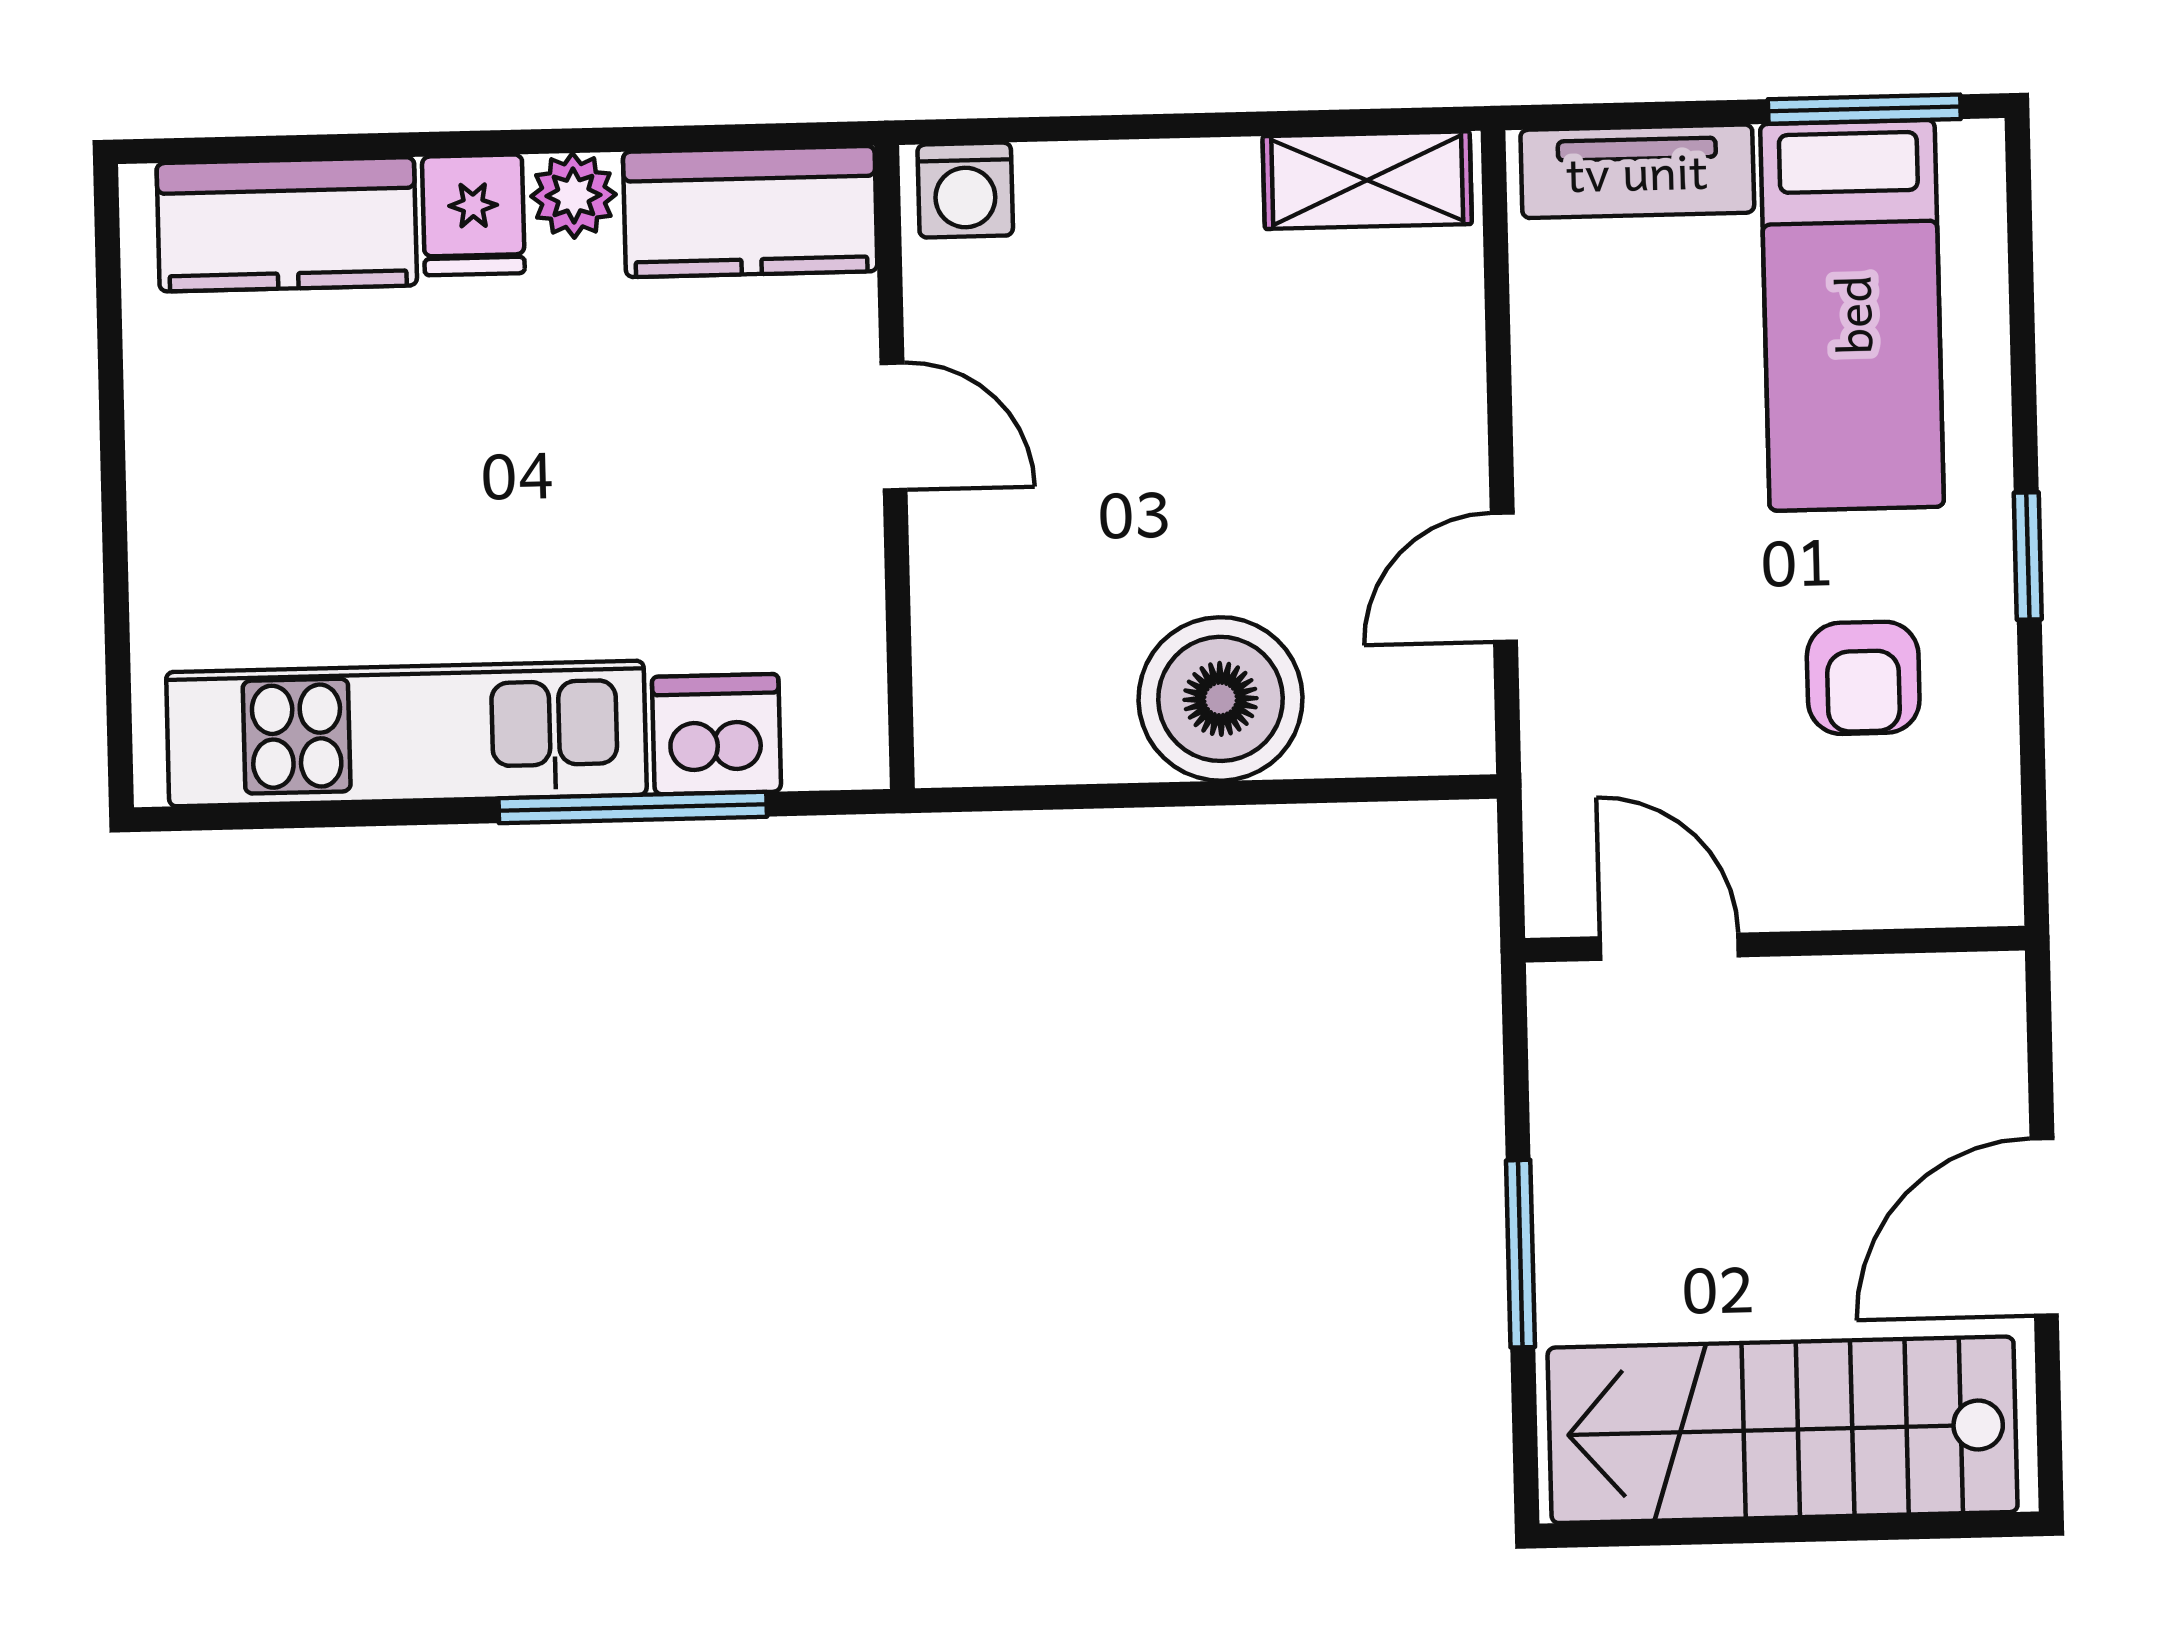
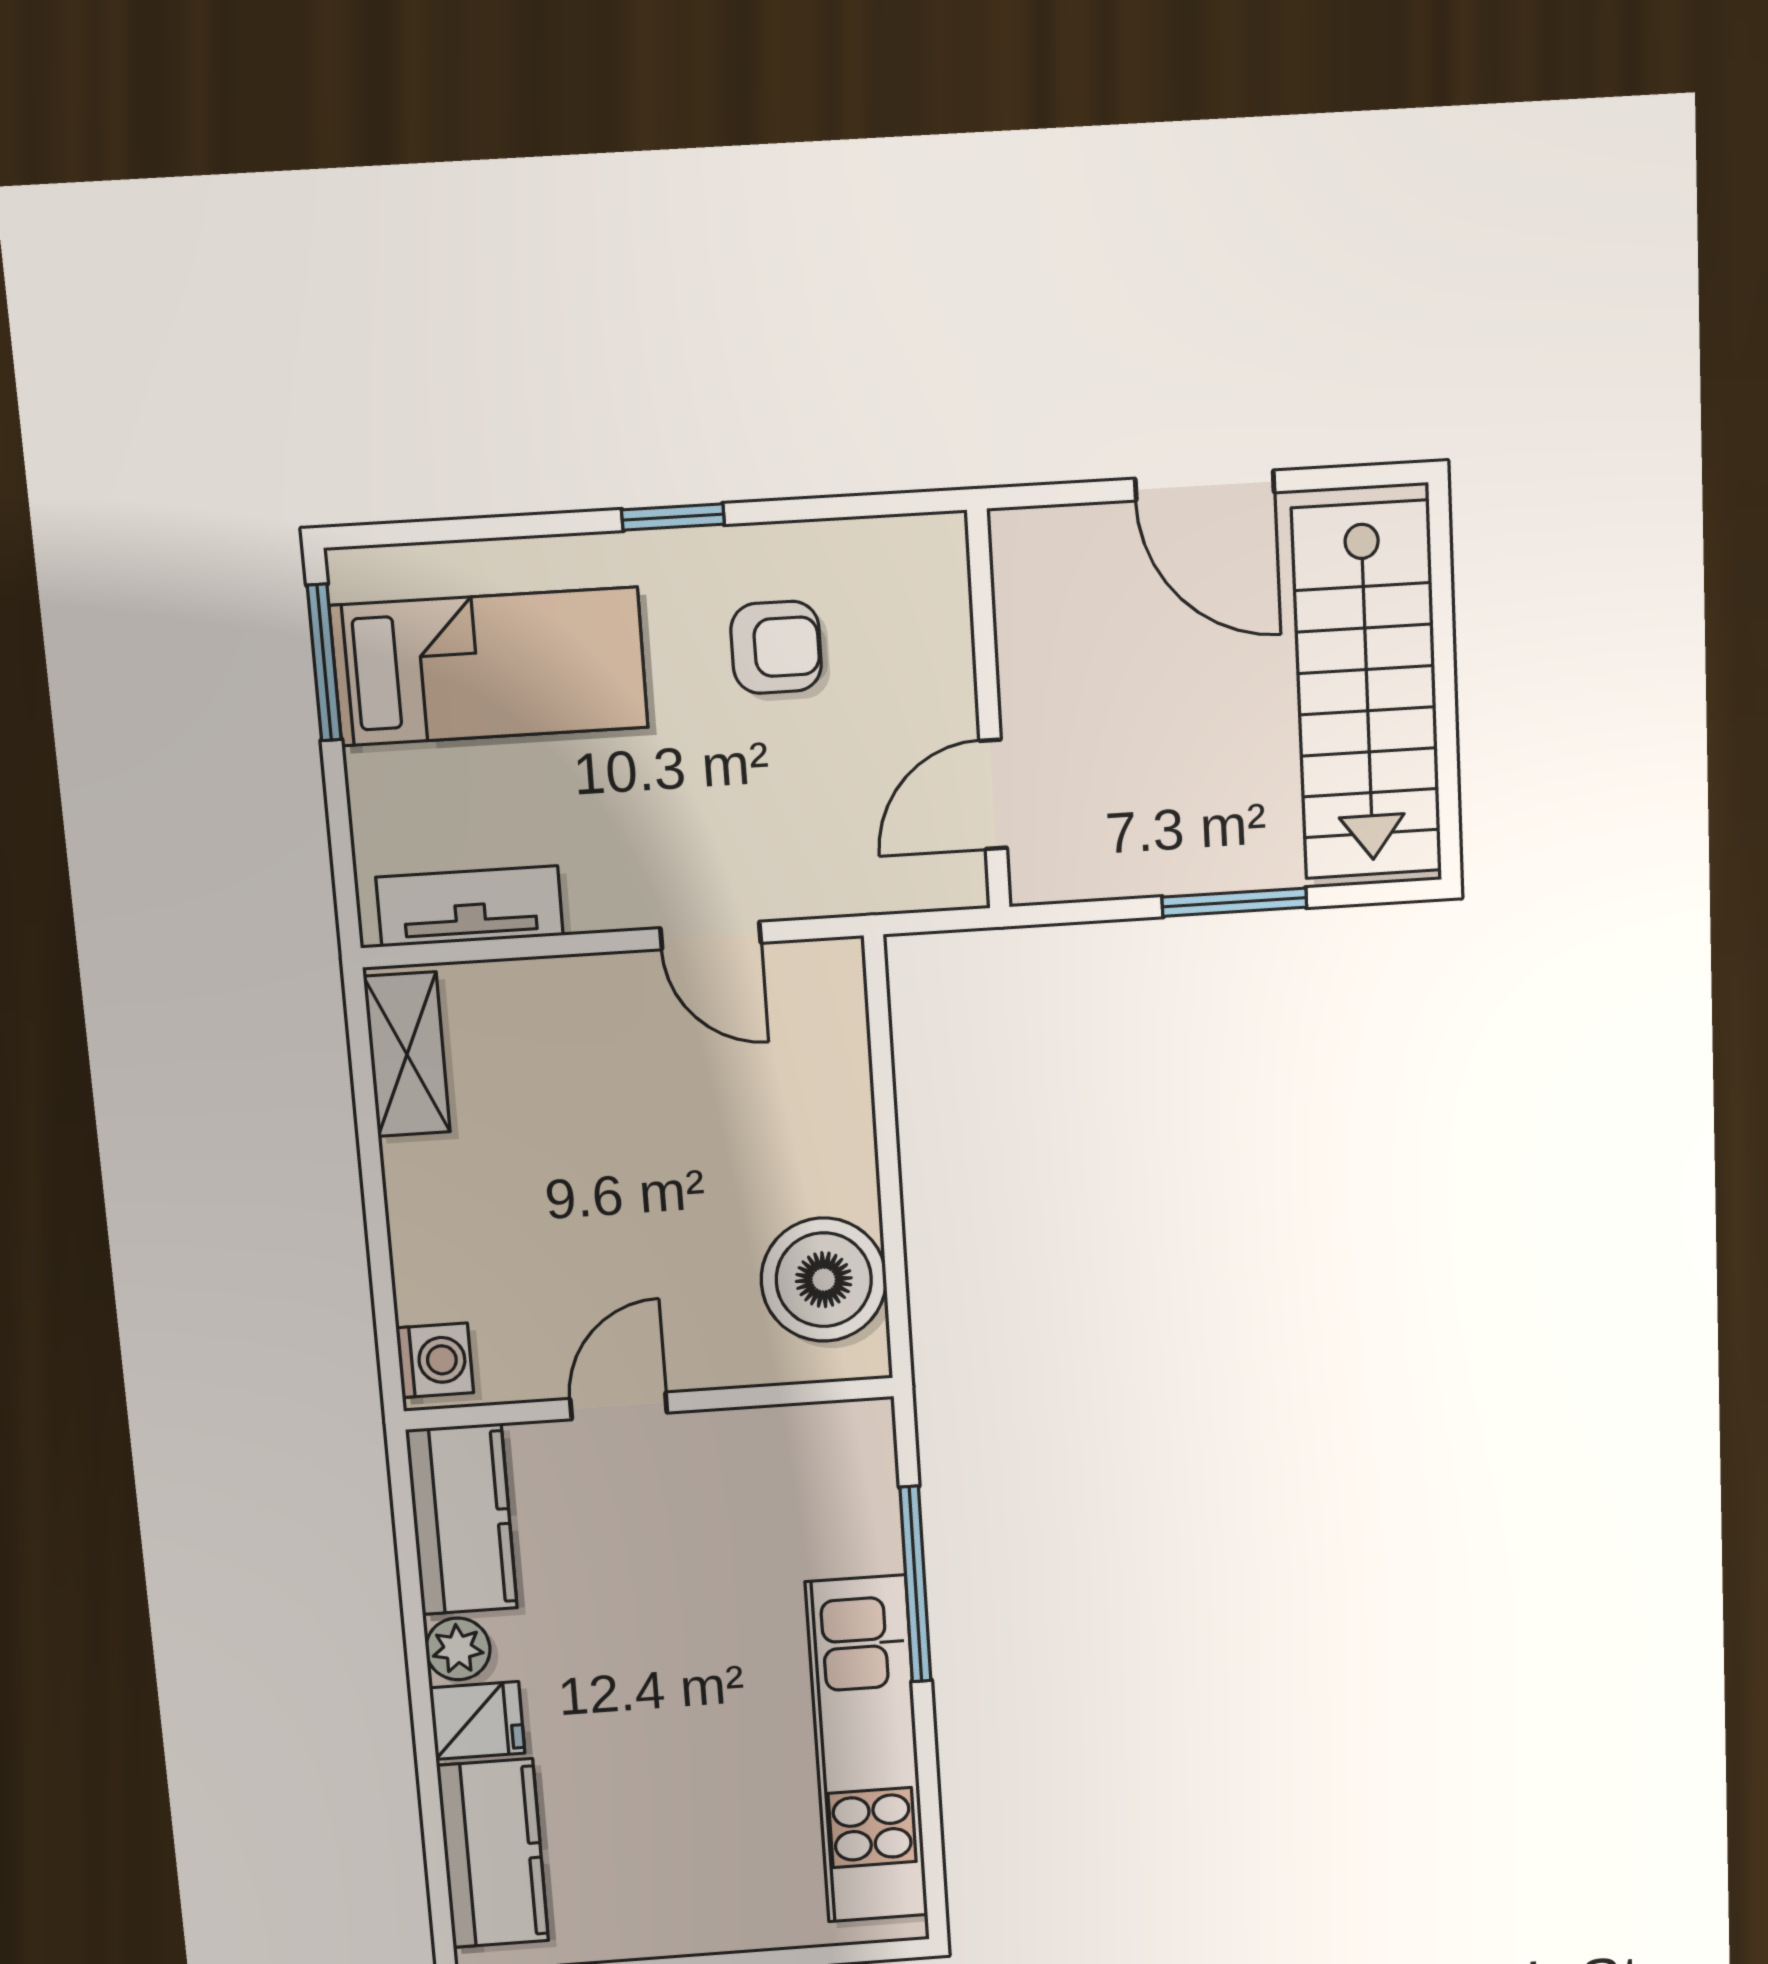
tv unit: (1637, 171) -> (470, 906), moved, turned -90
boiler: (1221, 699) -> (824, 1280), moved
dishwasher: (716, 734) -> (858, 1526), removed

